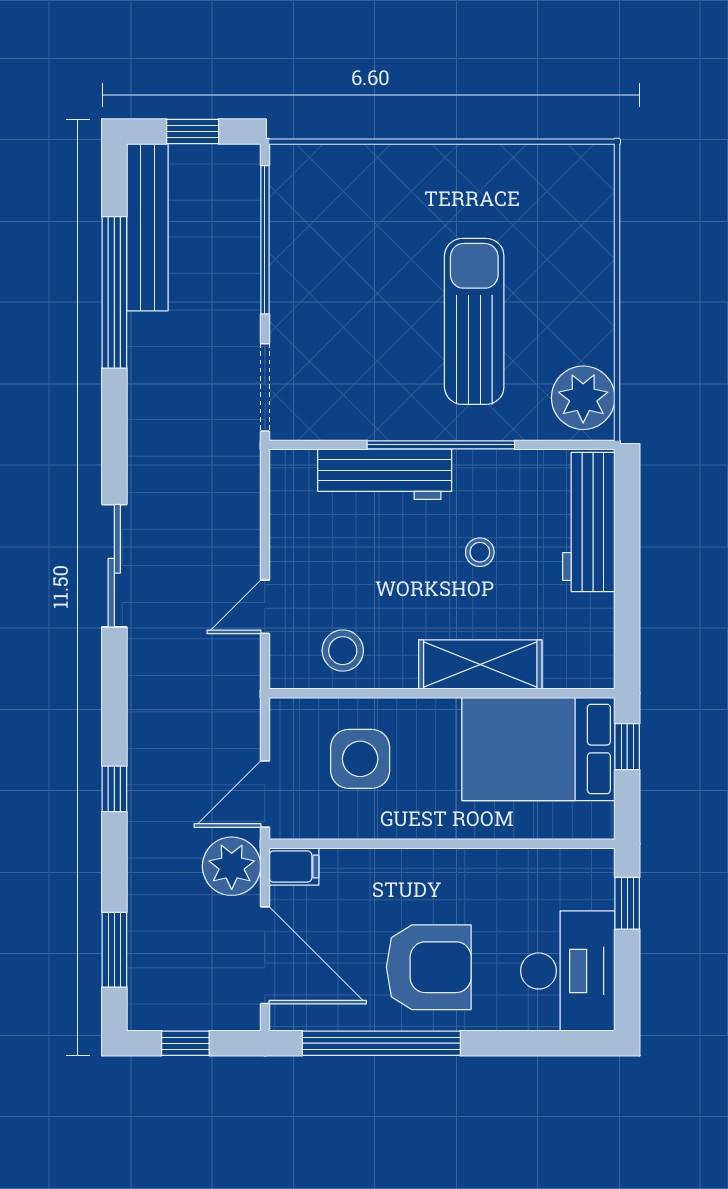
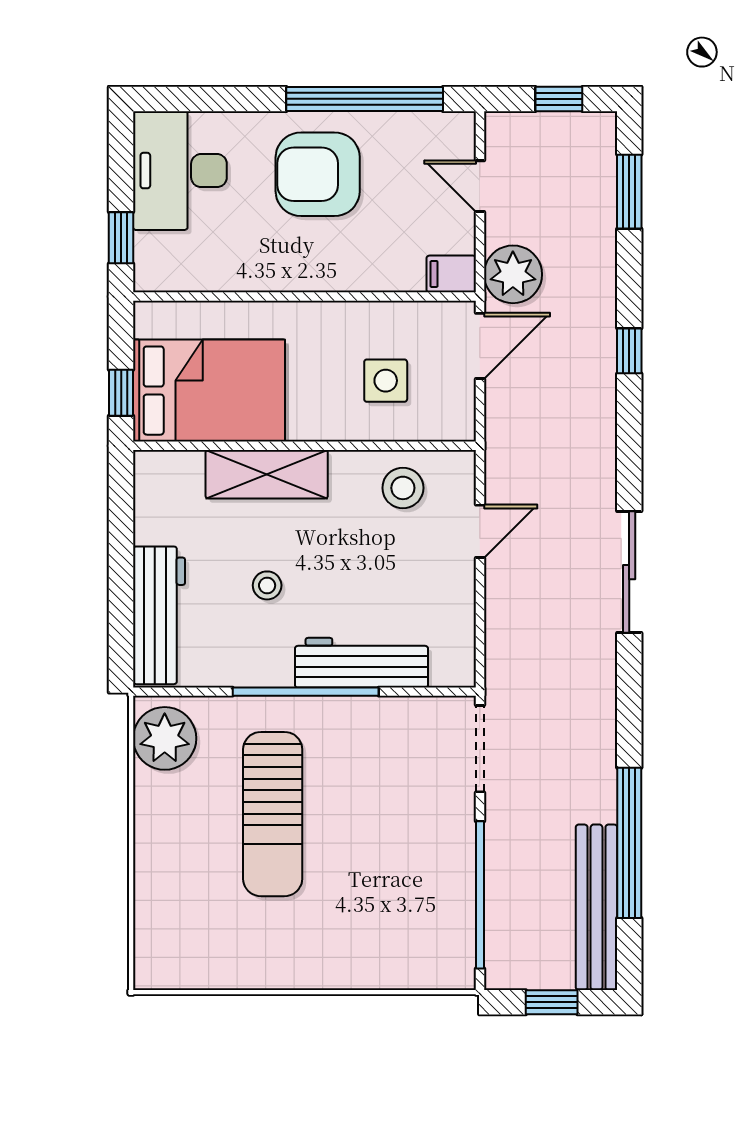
side table: (360, 759) -> (386, 381), width x0.73, depth x0.73
door: (265, 955) -> (480, 186), width x0.53

